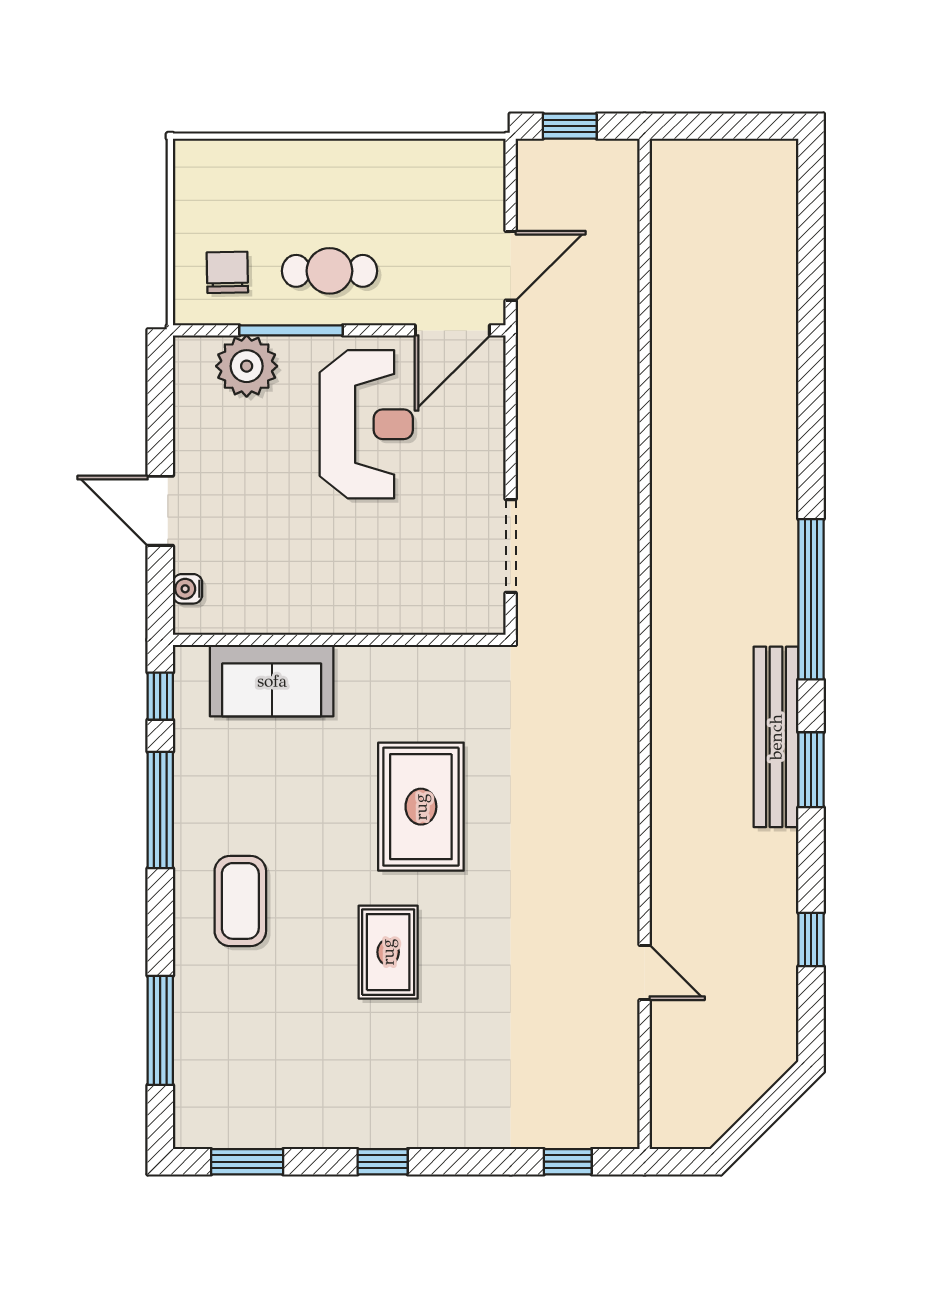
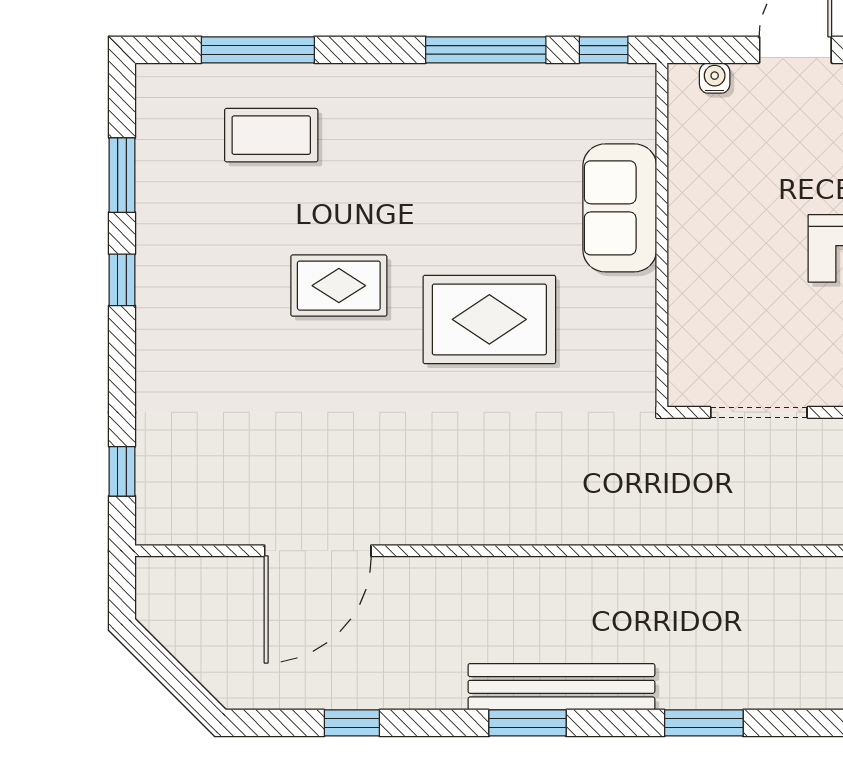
window: (811, 599) -> (704, 723), width x0.47
sofa: (272, 681) -> (620, 208), moved
coffee table: (240, 901) -> (271, 135), moved
door: (645, 972) -> (318, 551), width x1.87
window: (247, 1162) -> (122, 175), moved

